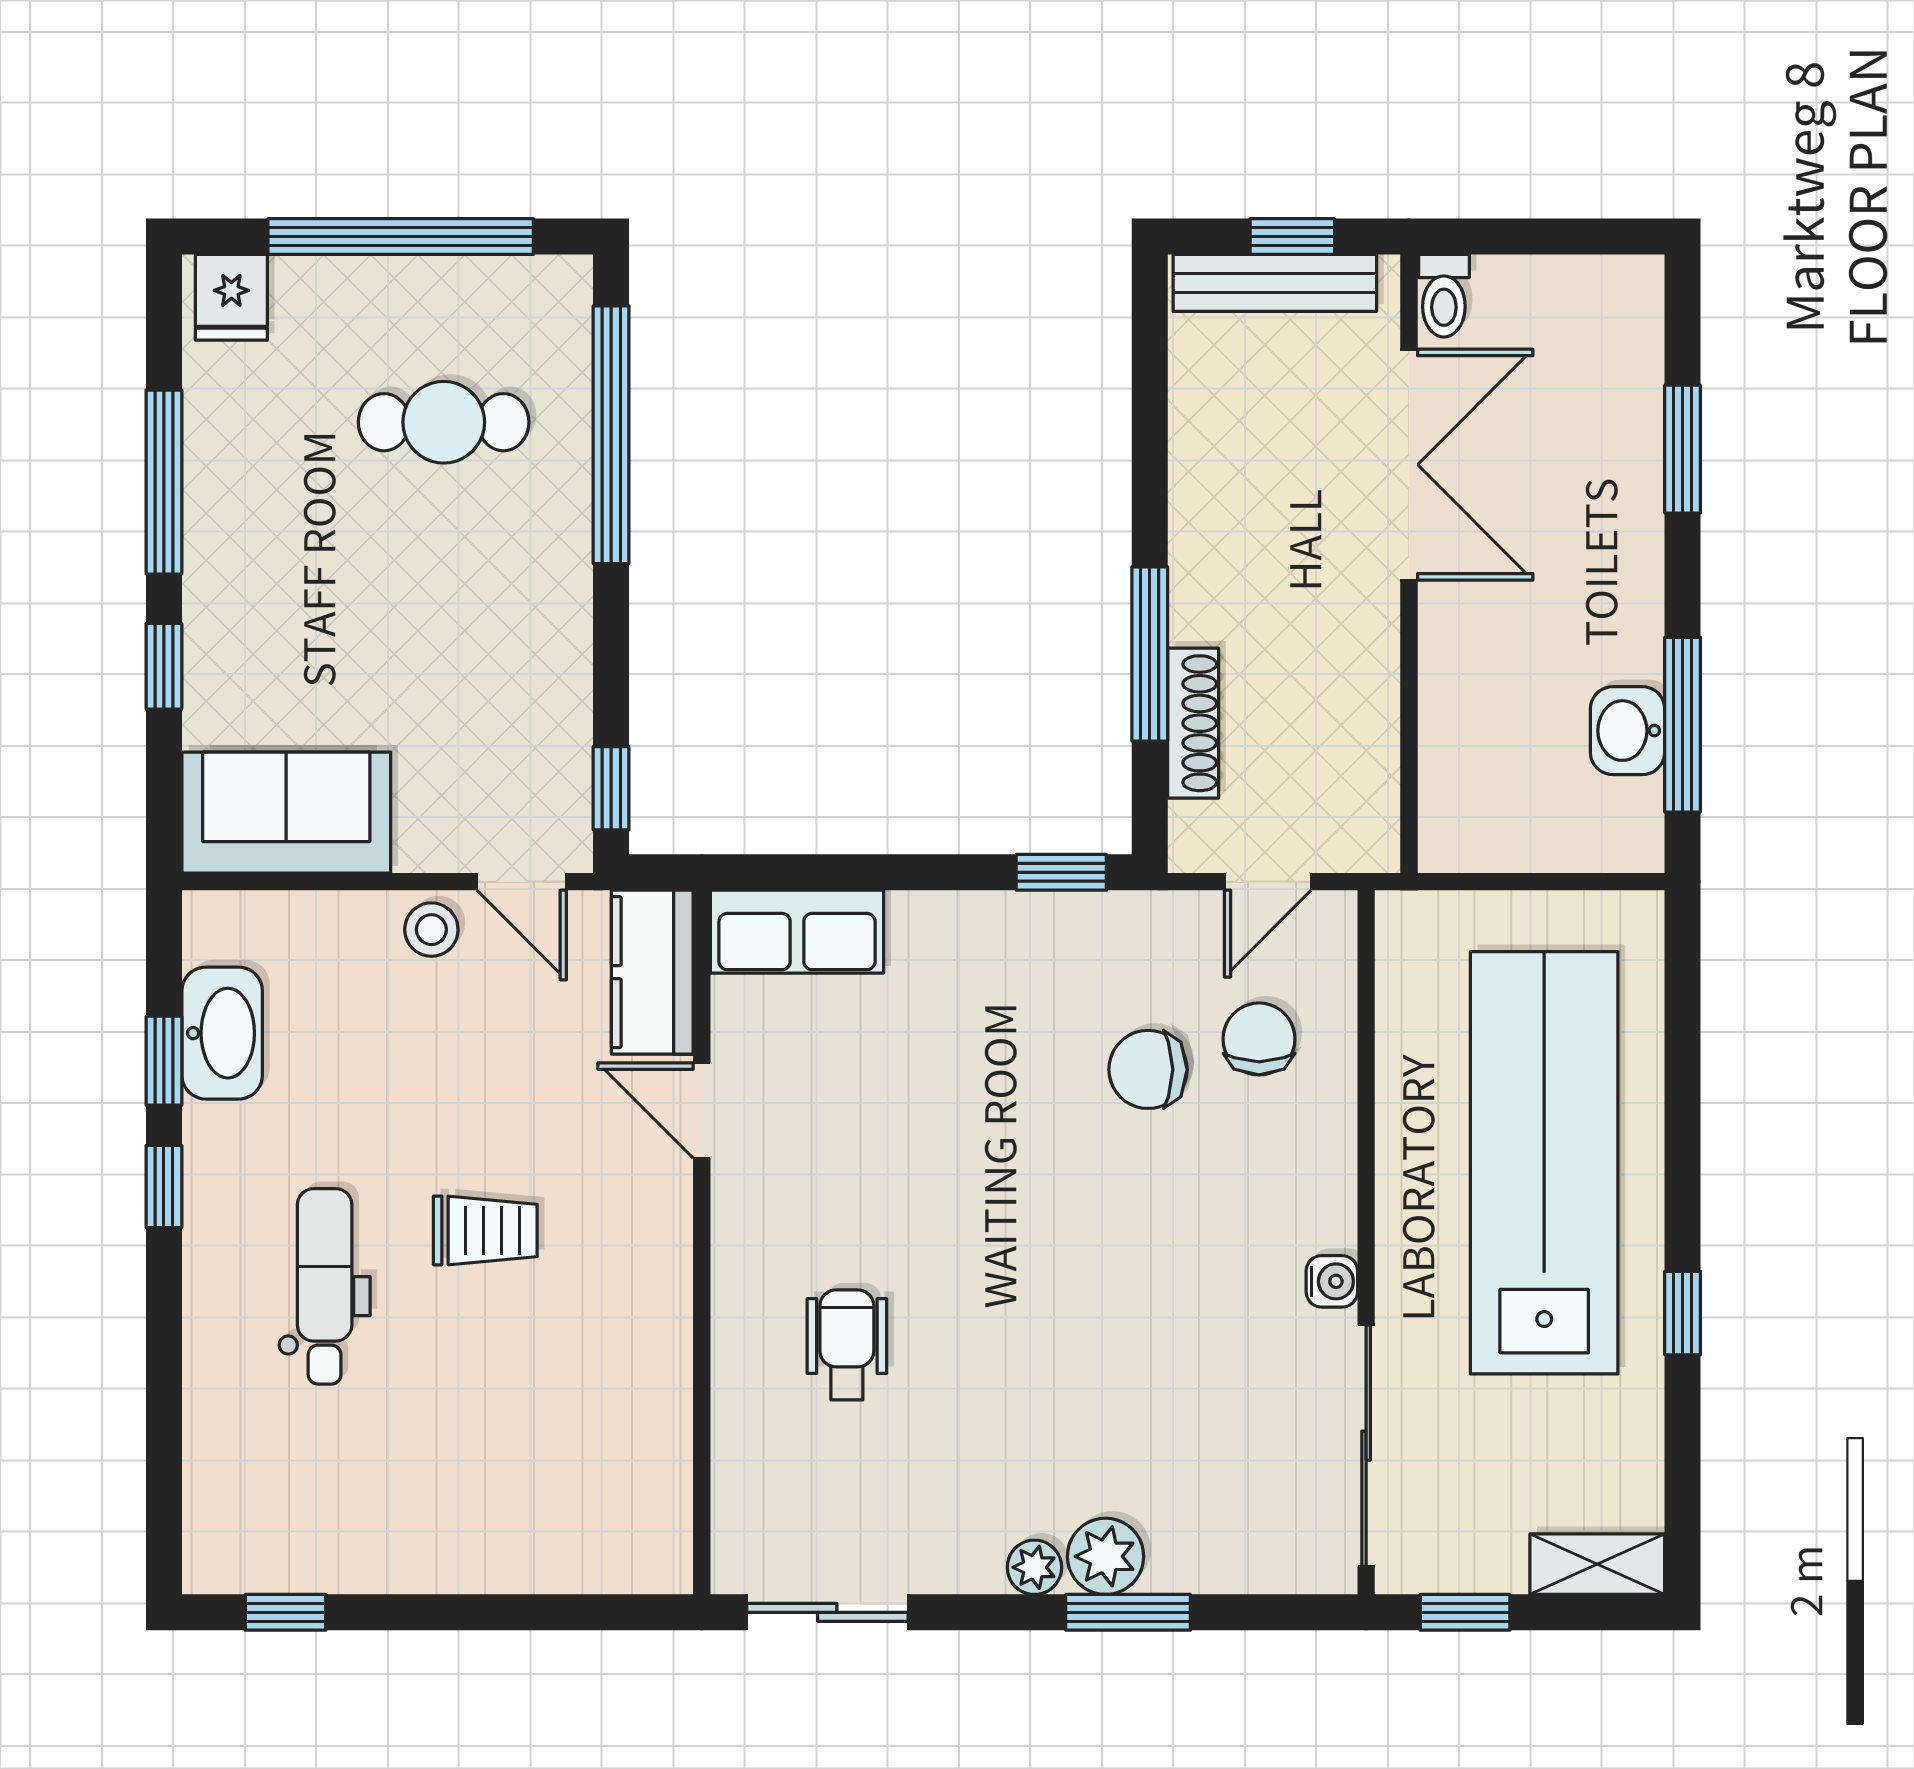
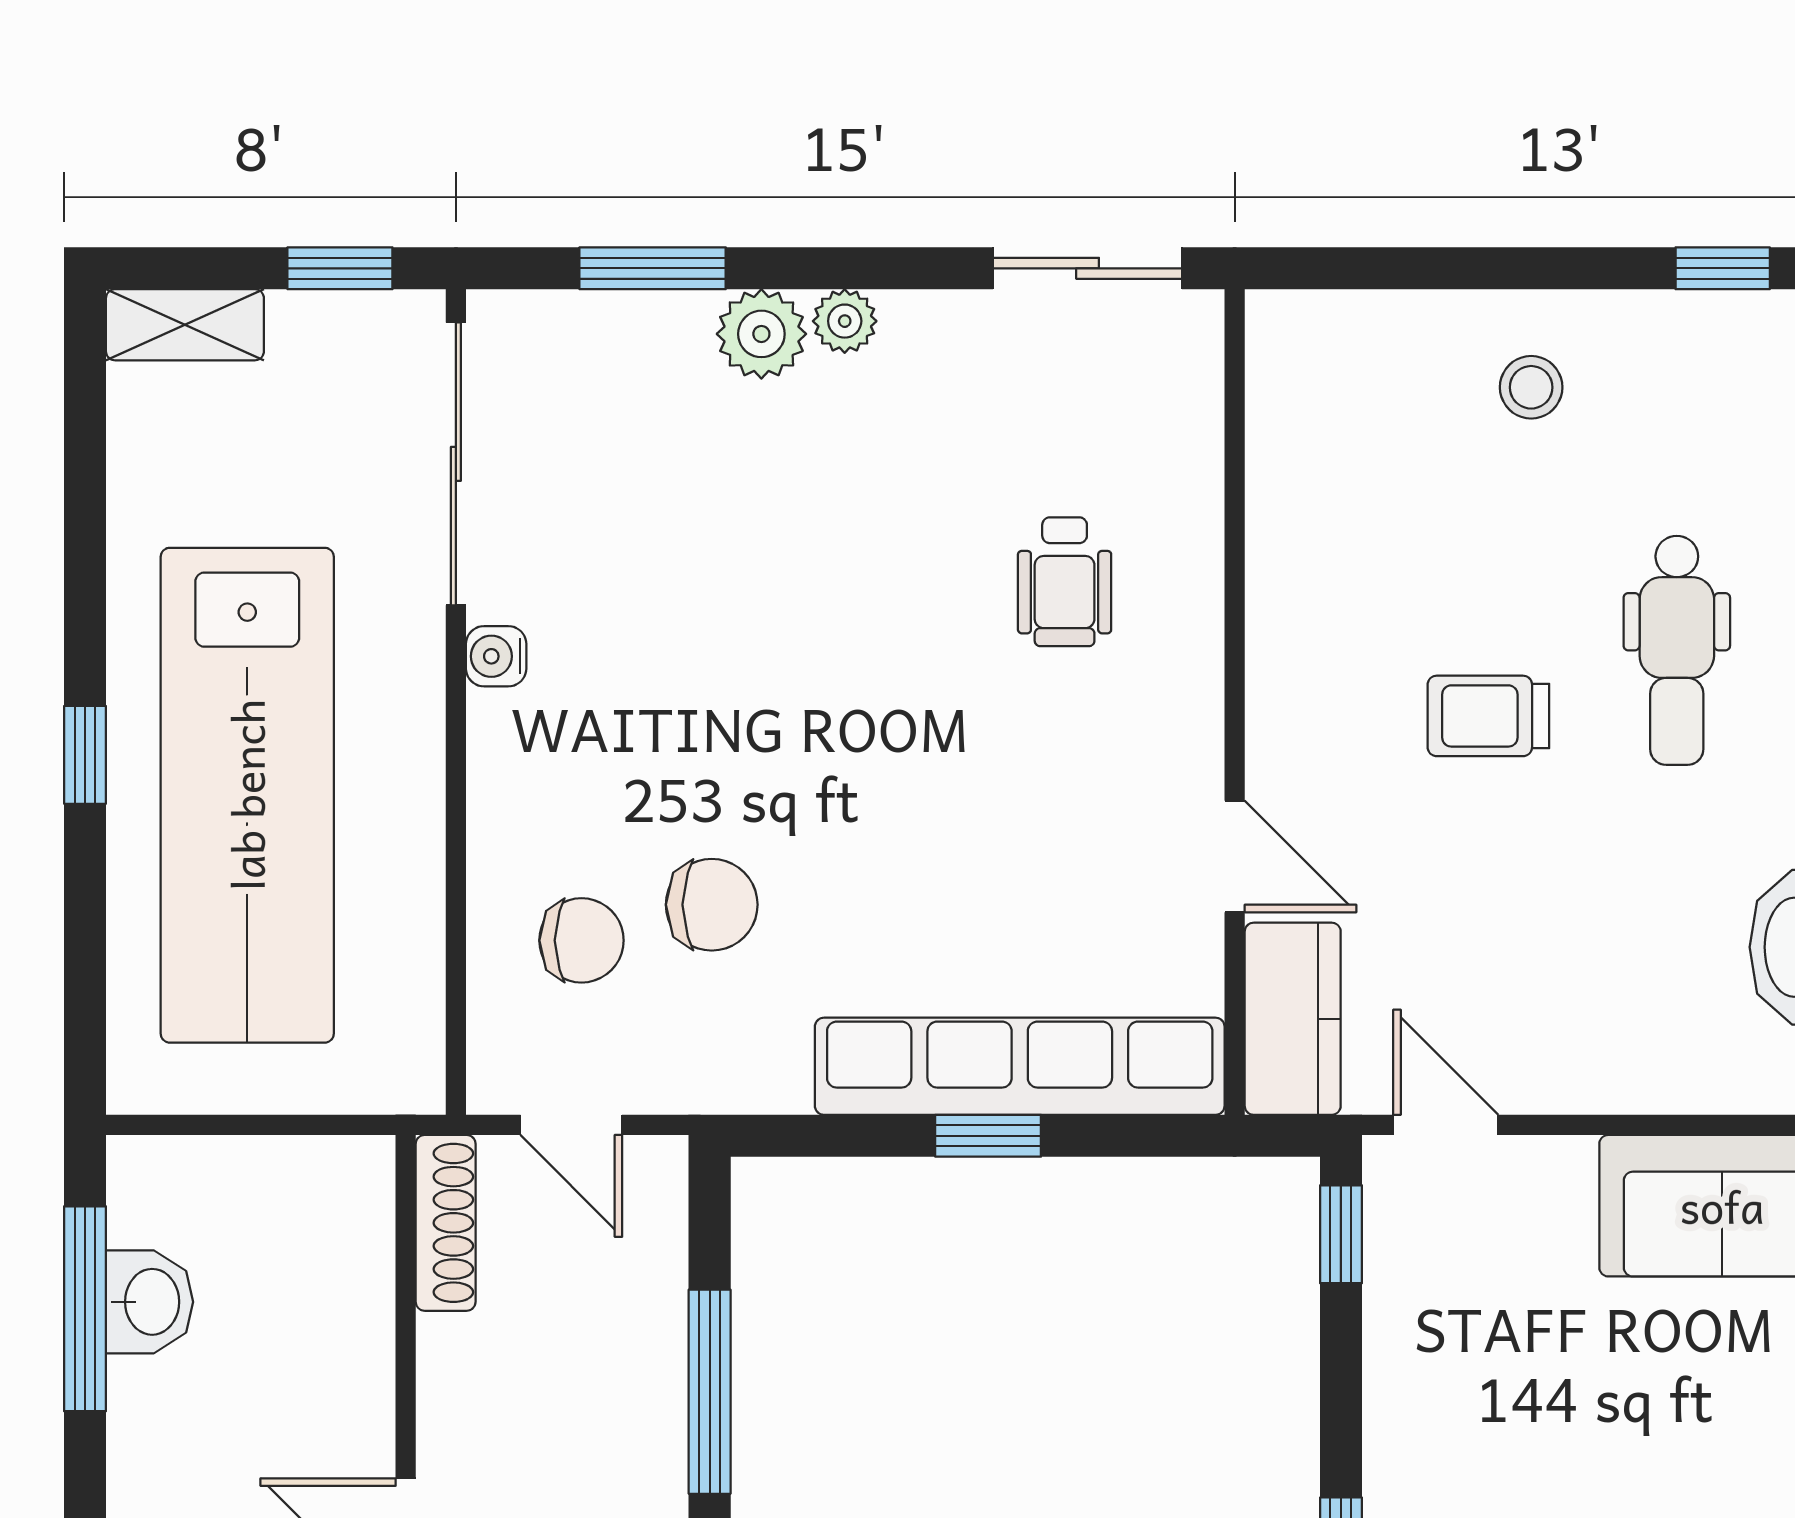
shoe rack: (1193, 723) -> (446, 1223), moved, turned 180
window: (1061, 872) -> (988, 1136), moved
door: (1268, 882) -> (571, 1125), swing flipped
stool: (431, 930) -> (1531, 387), moved
row of seats: (797, 932) -> (1020, 1066), width x2.02
chair: (1259, 1039) -> (582, 940), turned -90
window: (1683, 1313) -> (85, 755), moved
window: (1128, 1612) -> (653, 268), moved

